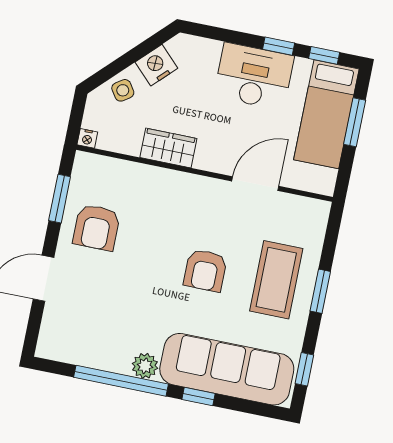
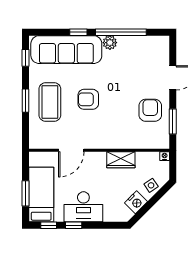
armchair: (205, 270) -> (88, 99), turned -90

